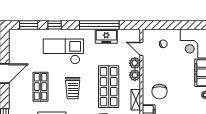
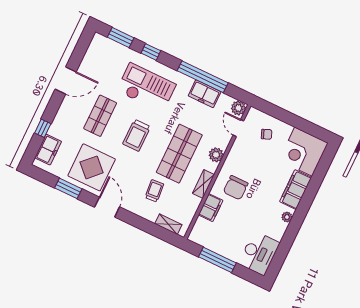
plant: (135, 63) -> (238, 108), moved

